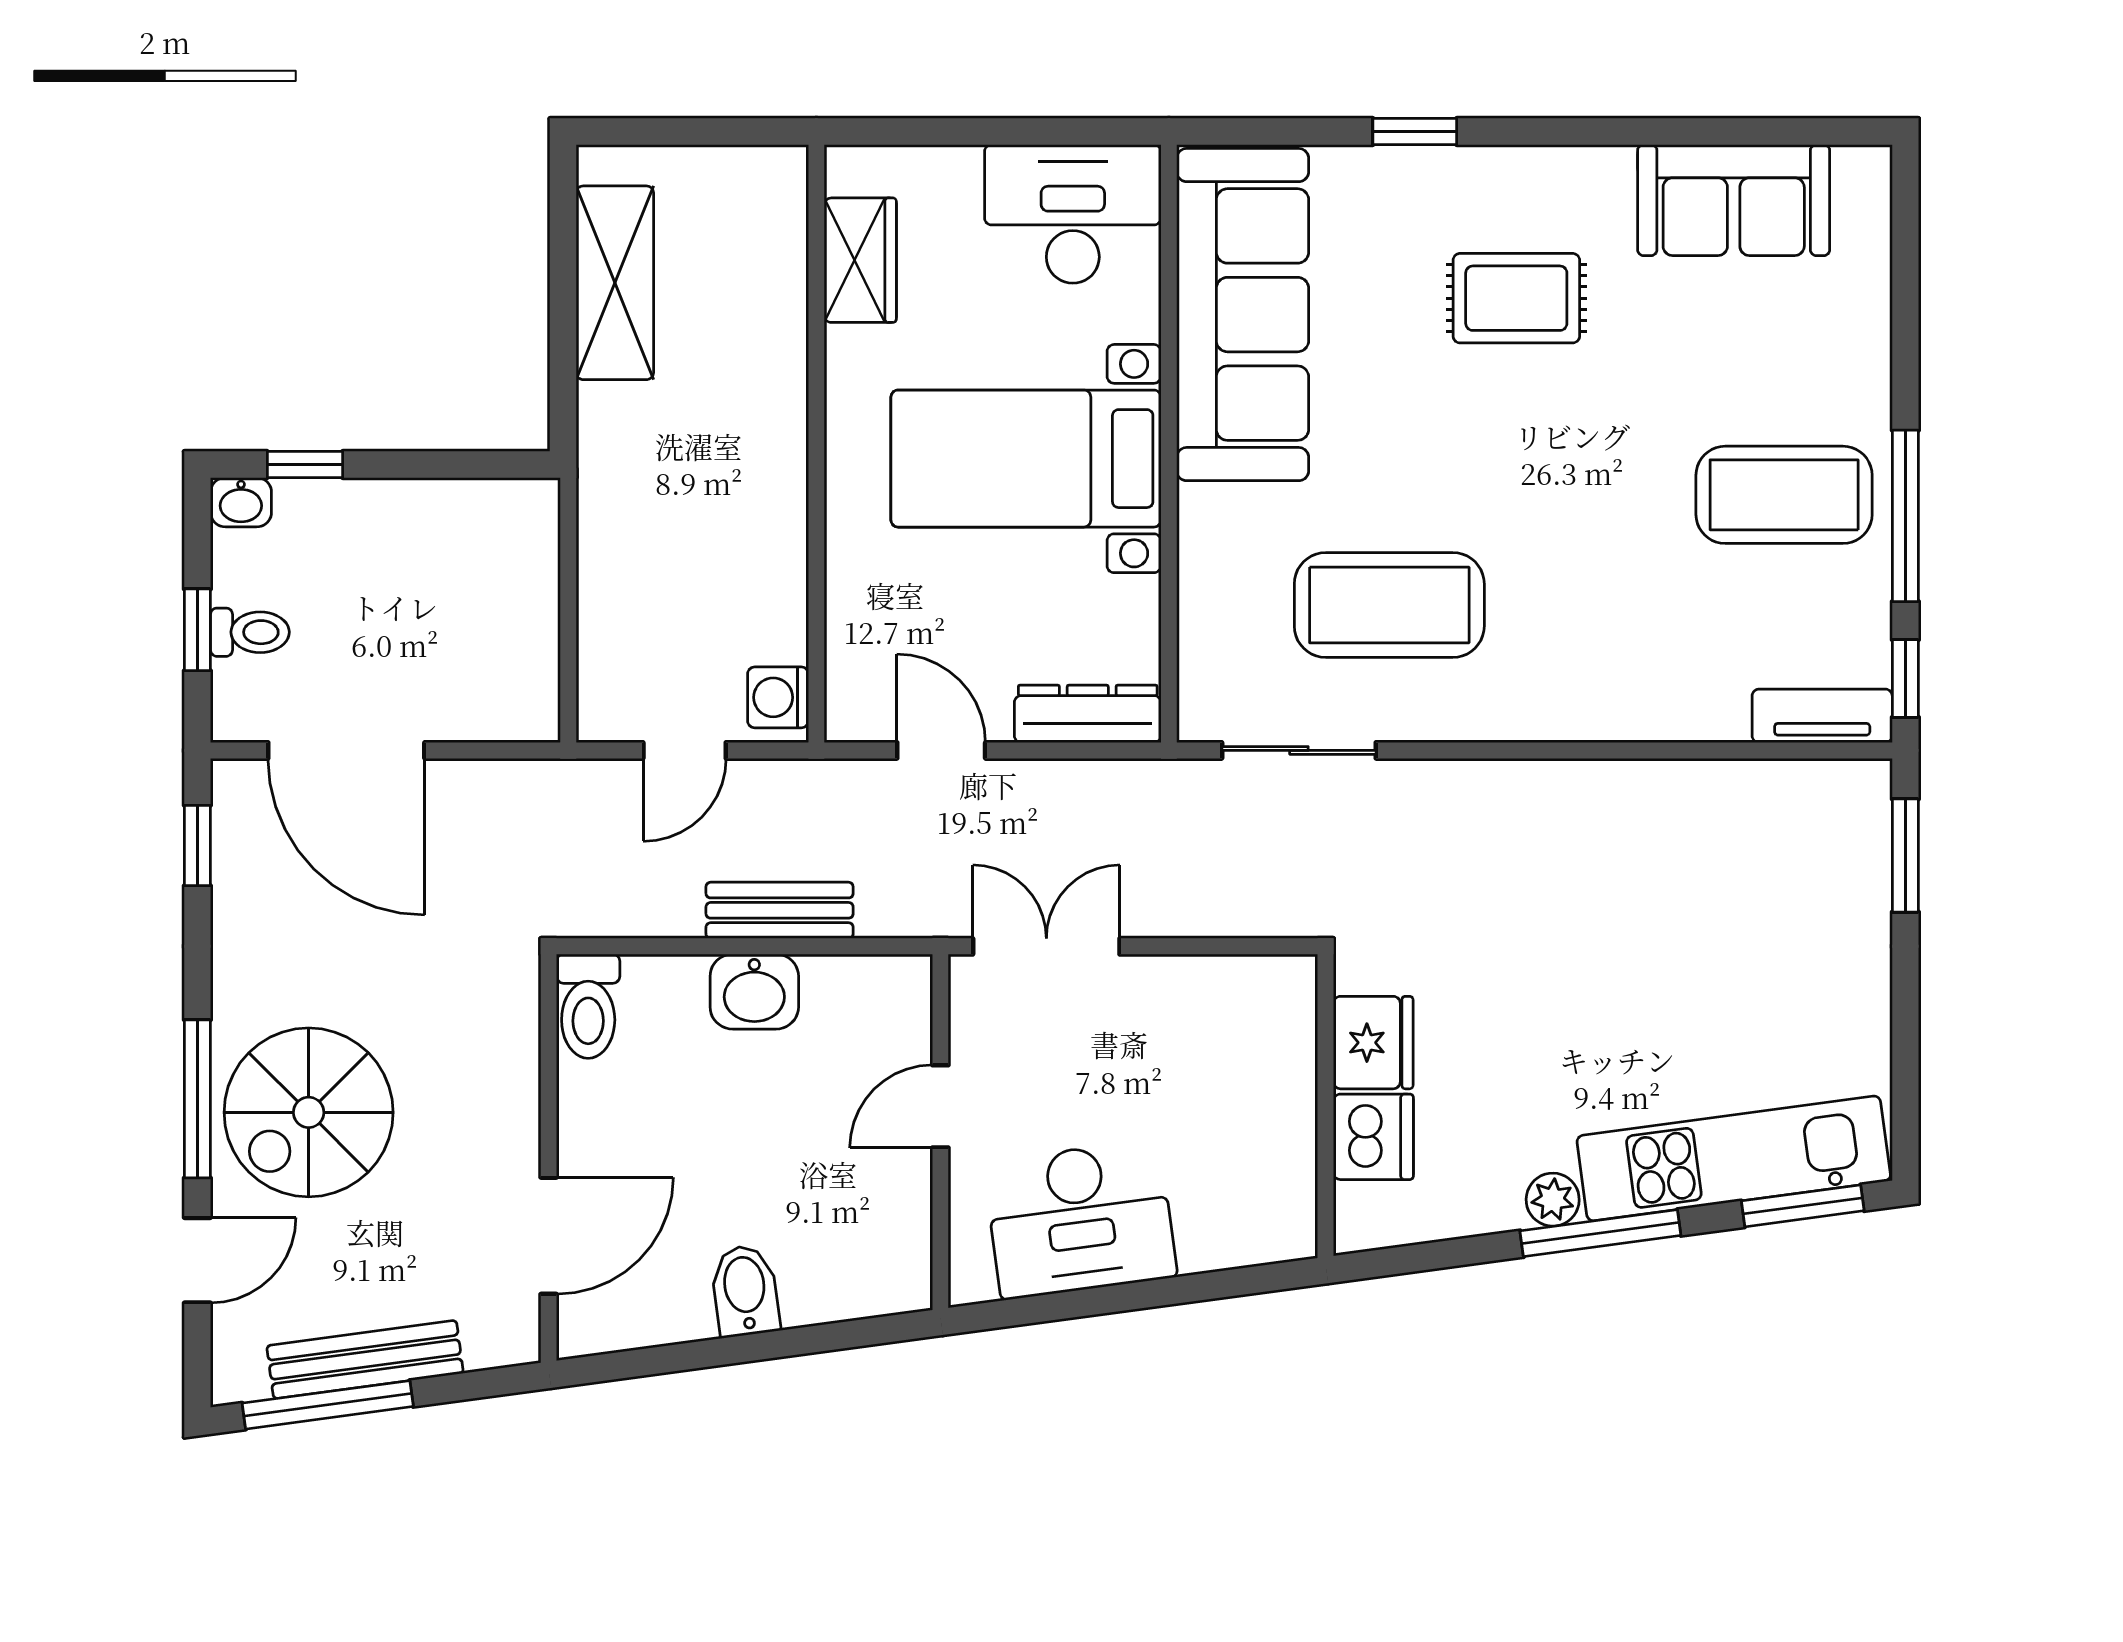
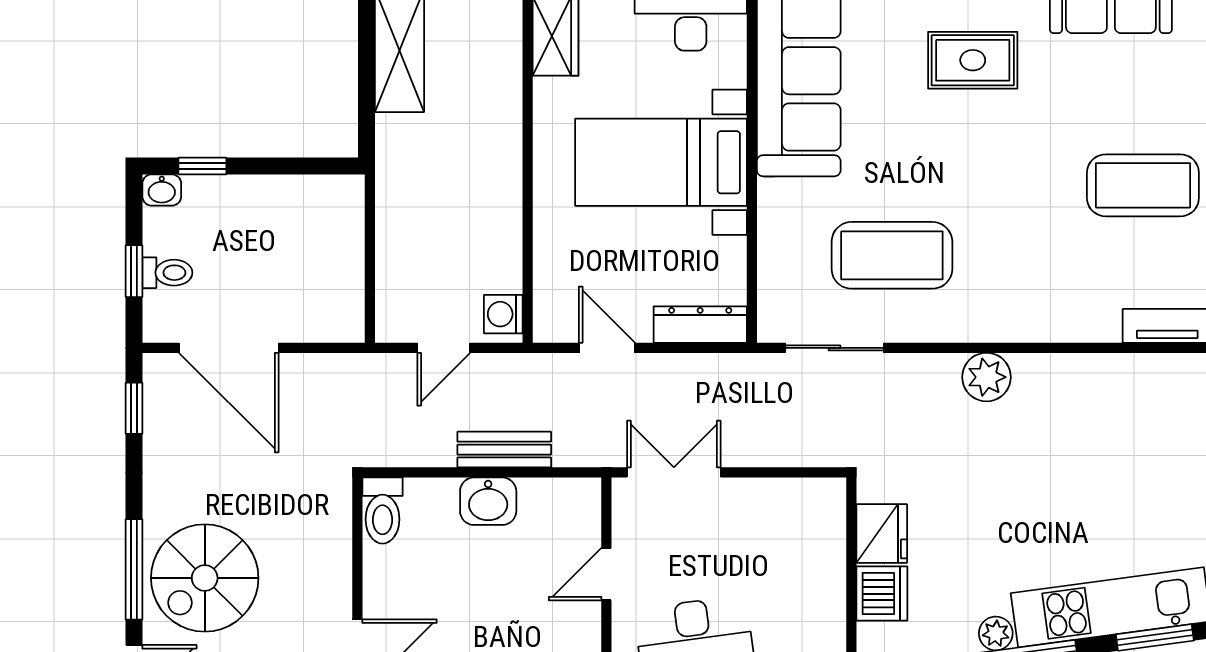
plant: (1538, 796) -> (987, 377), added

